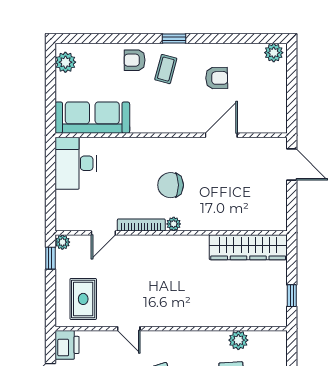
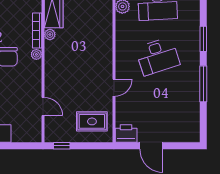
bookcase: (141, 225) -> (37, 30), moved
plant: (62, 242) -> (50, 35), moved

